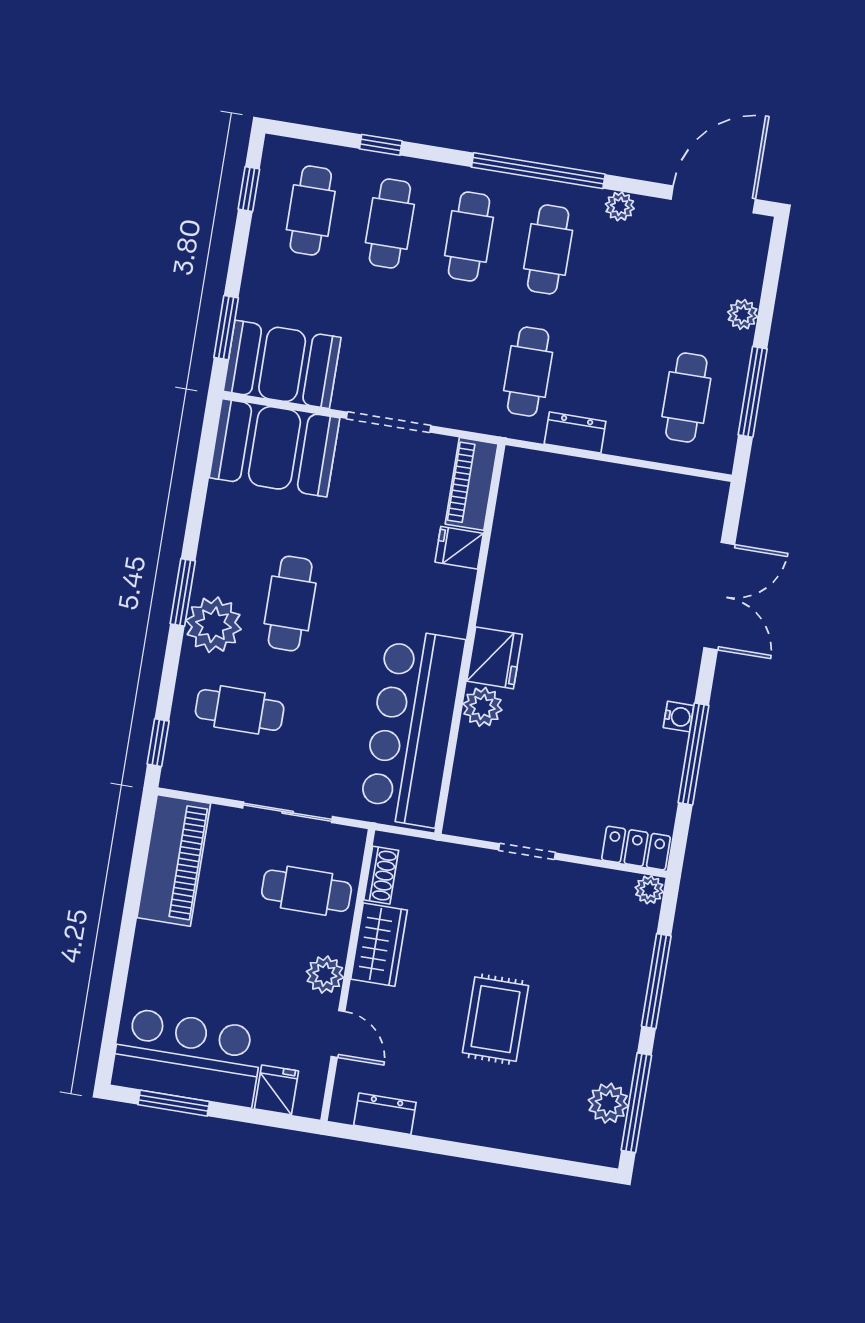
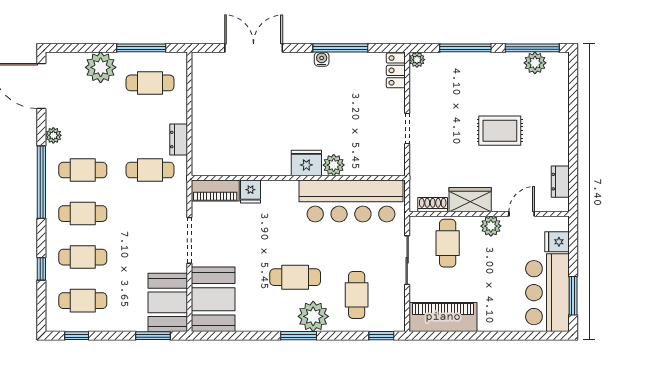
plant: (743, 314) -> (101, 67), width x1.88, depth x1.88

